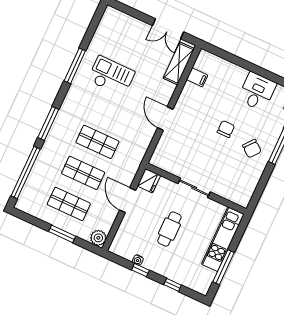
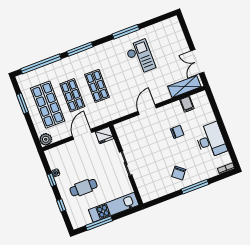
desk: (257, 92) -> (211, 140), width x1.37
chair: (226, 129) -> (177, 132), moved
shop shelf: (69, 204) -> (48, 105), width x1.43, depth x1.36
cafe table: (169, 229) -> (84, 188), moved
window: (62, 234) -> (23, 103), moved

